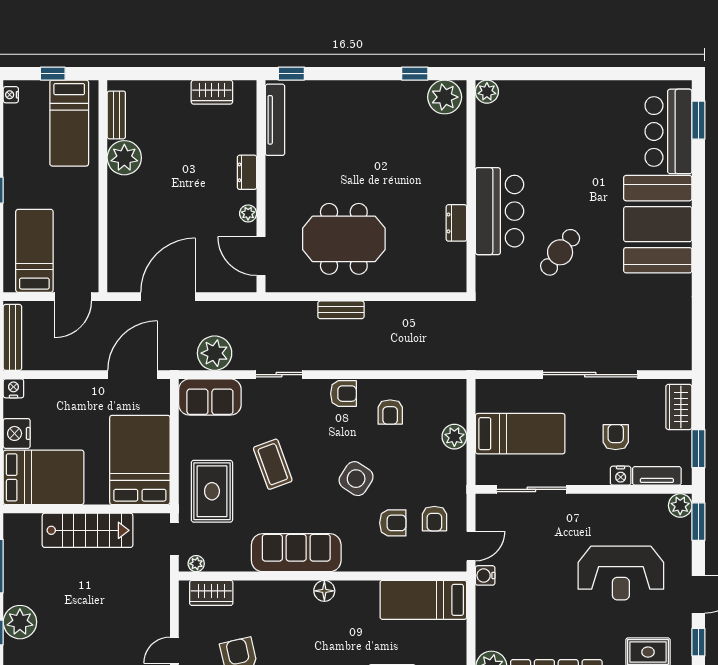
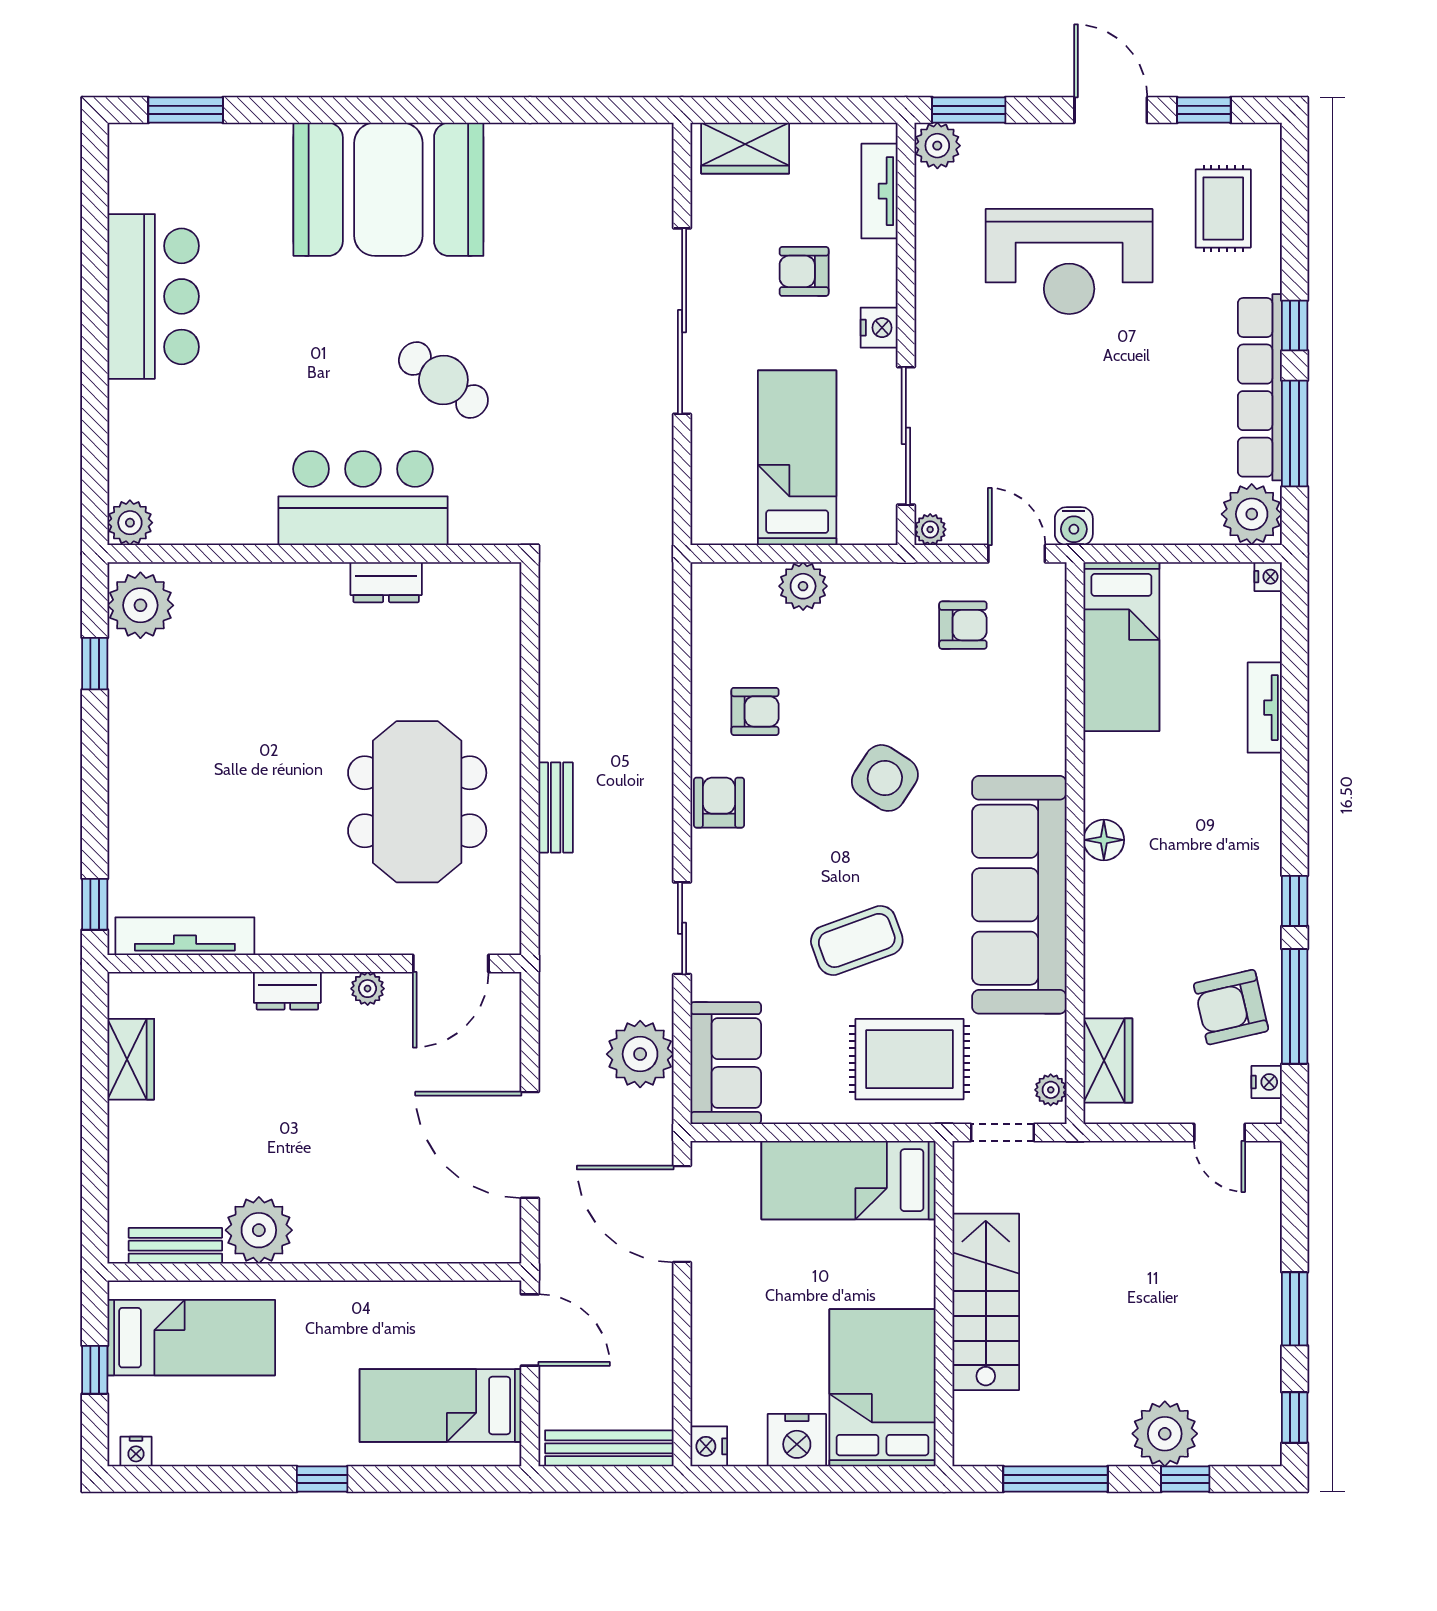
bar counter: (668, 131) -> (153, 296), moved, turned -90
window: (698, 449) -> (826, 110), removed
bed: (140, 460) -> (848, 1180), width x0.67
nightstand: (621, 476) -> (879, 328), moved
plant: (483, 502) -> (930, 529), added
armchair: (393, 523) -> (971, 706), removed
sofa: (296, 553) -> (1019, 895), width x1.36, depth x1.27
reception desk: (621, 573) -> (1069, 261), turned 90

